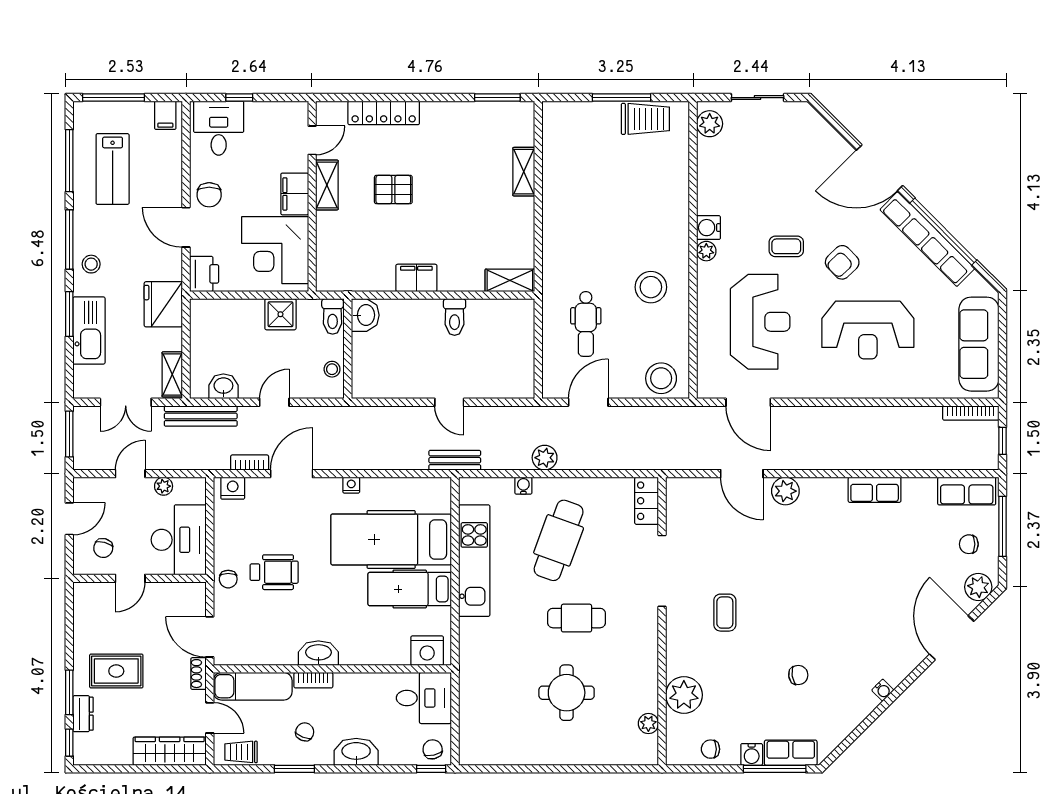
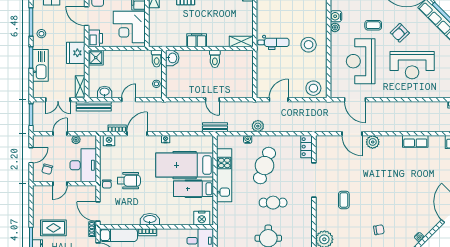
shower: (280, 314) -> (96, 58), moved
reception desk: (760, 322) -> (361, 61), turned 180
dental chair: (586, 324) -> (273, 42), moved, turned -90

